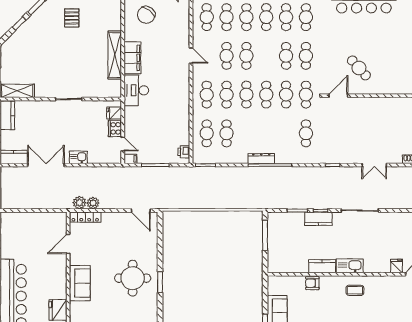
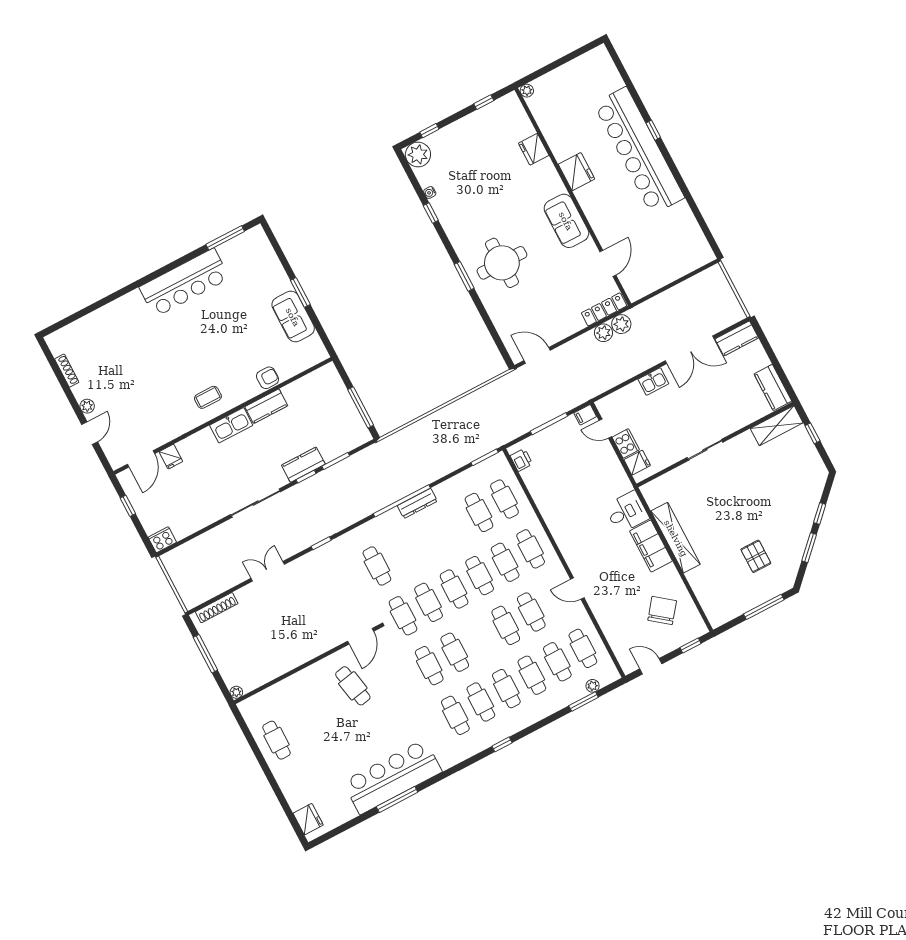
cafe table: (359, 68) -> (353, 686), turned 31
desk: (136, 90) -> (627, 512), width x0.73

